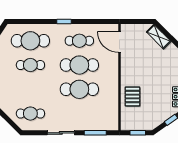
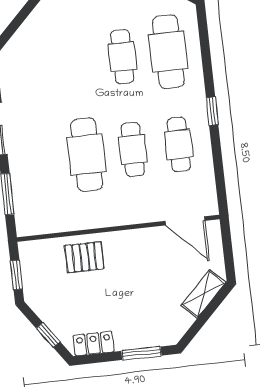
door: (119, 42) -> (185, 221), swing flipped
cafe table: (79, 65) -> (133, 150), width x0.73, depth x0.74
cafe table: (30, 114) -> (30, 67), removed

